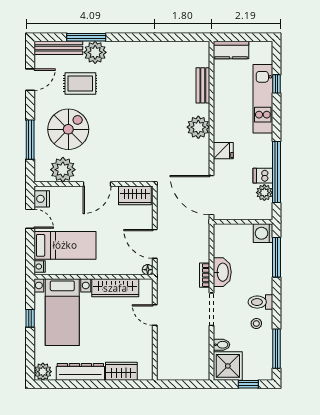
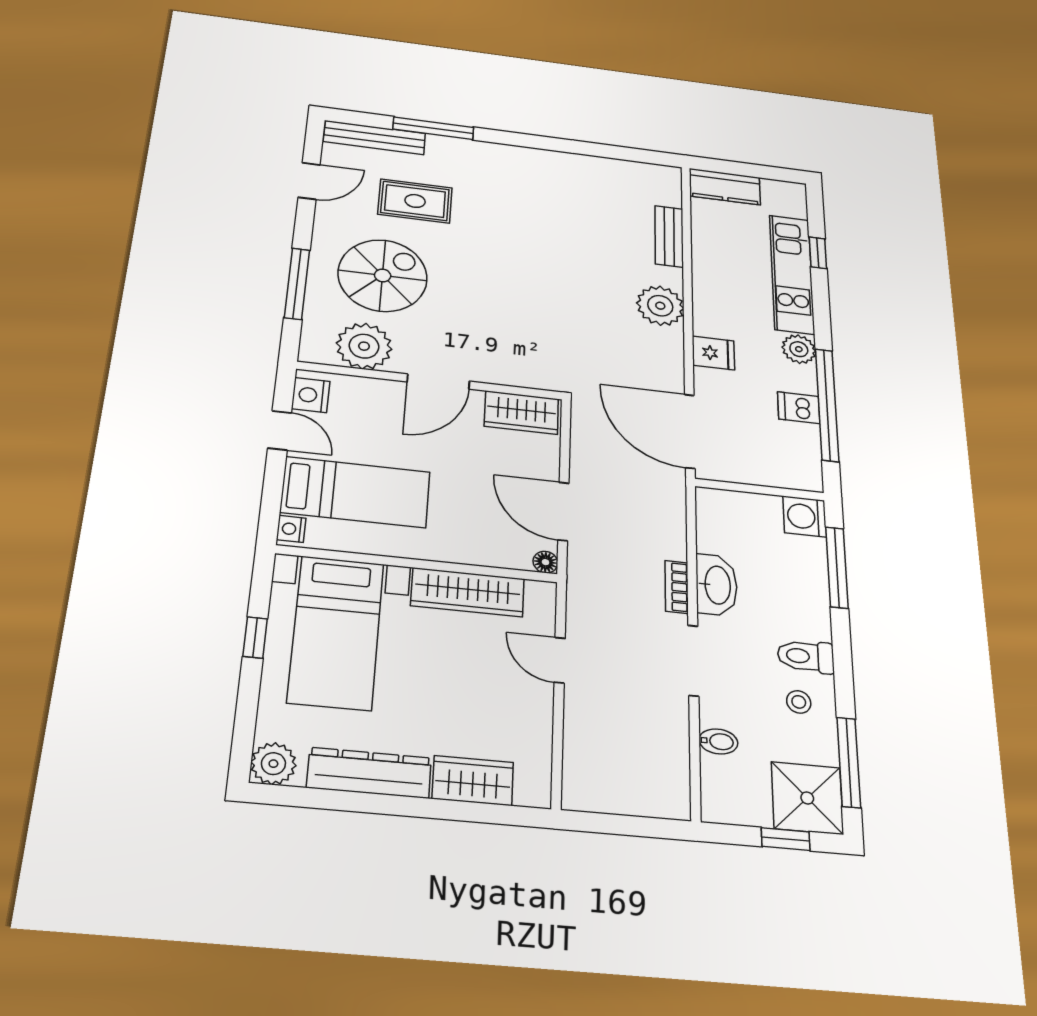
plant: (95, 52) -> (450, 155), removed
plant: (264, 193) -> (799, 349), moved
shower: (228, 366) -> (807, 798), moved

